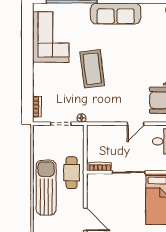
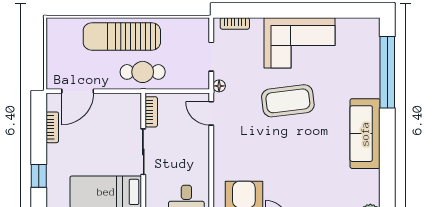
corner sofa: (51, 37) -> (299, 43), moved
door: (136, 124) -> (211, 113), moved
sun lounger: (46, 188) -> (122, 37), turned 180

